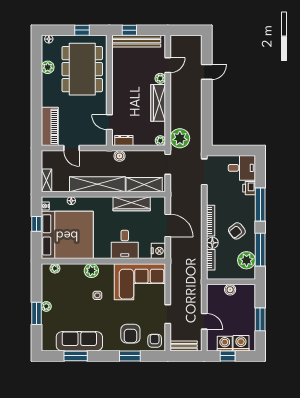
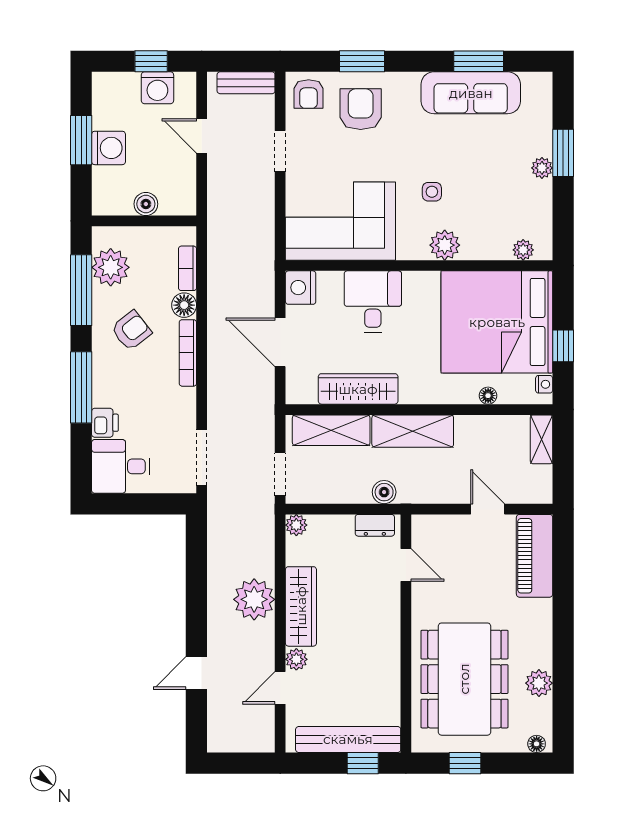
plant: (180, 138) -> (254, 599), moved
shelving: (97, 184) -> (413, 431), width x0.68
washing machine: (241, 343) -> (109, 148), moved, turned -90

